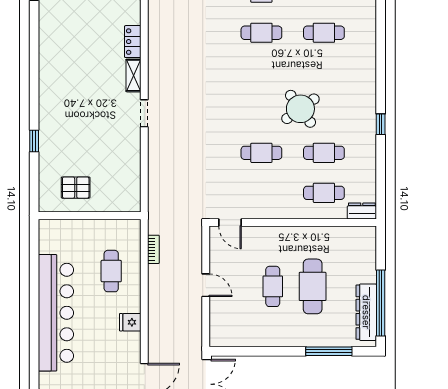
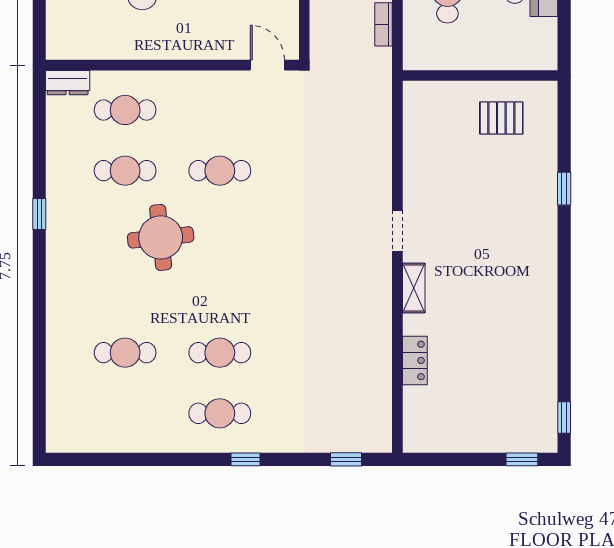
locker: (133, 42) -> (415, 360), moved
round table: (300, 109) -> (161, 237), turned 30

